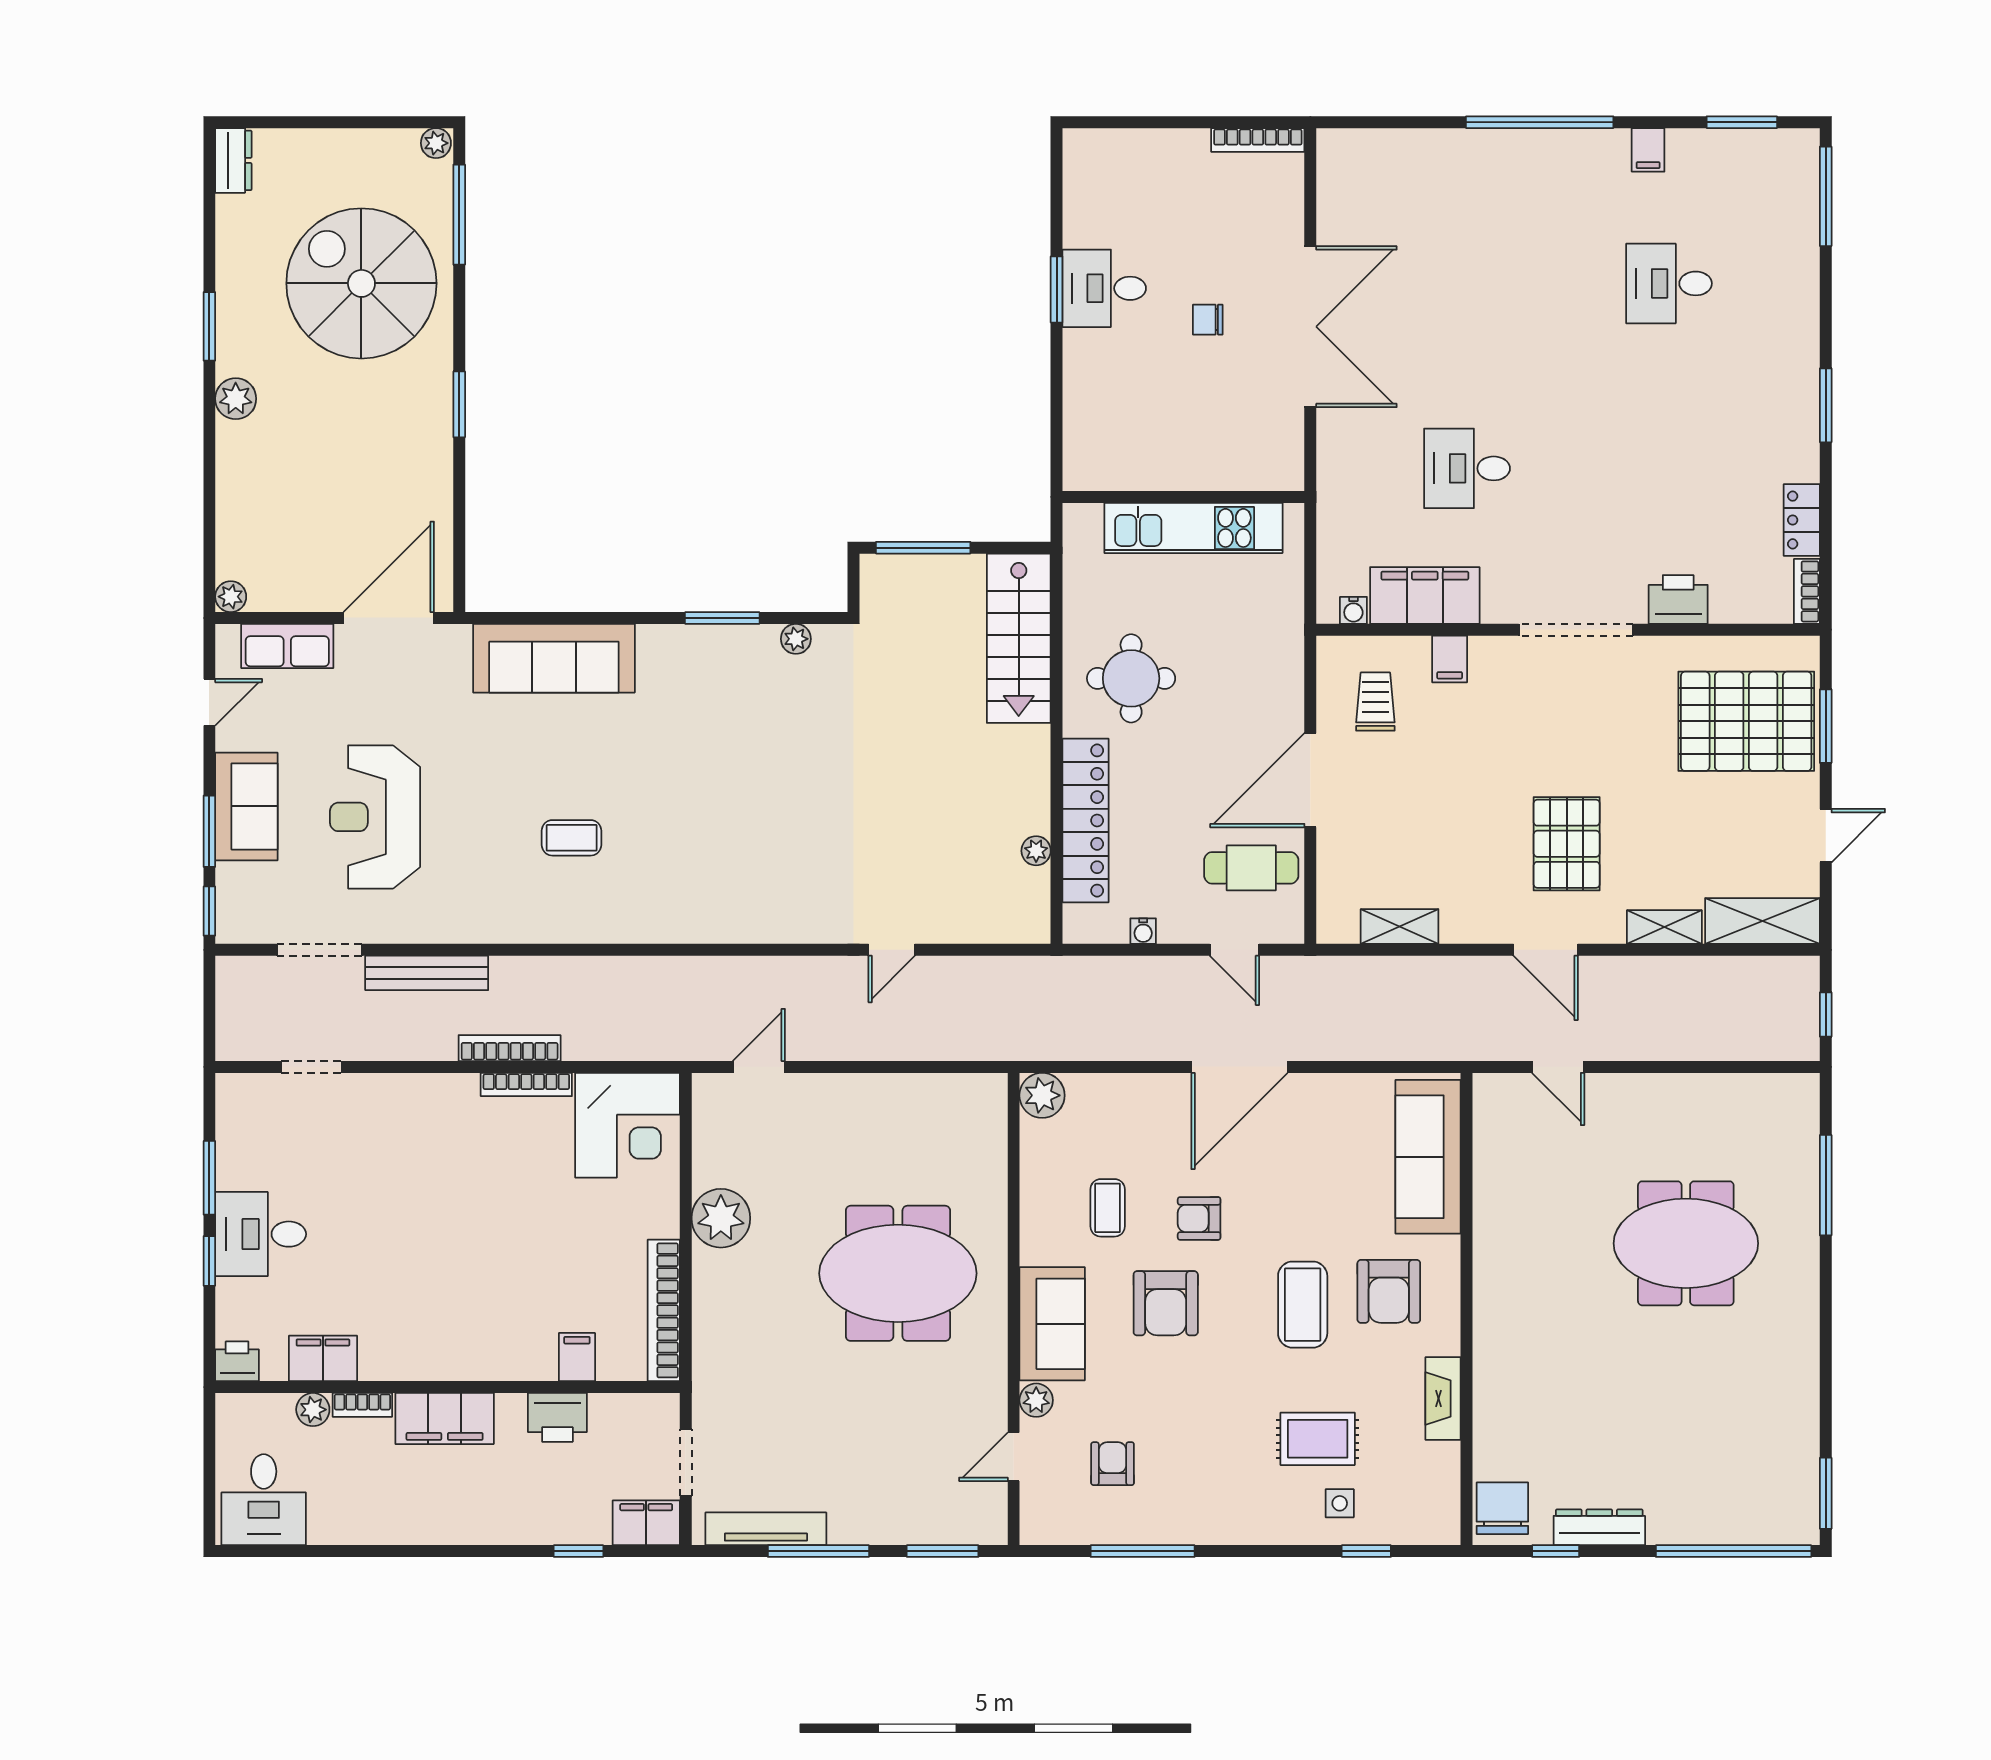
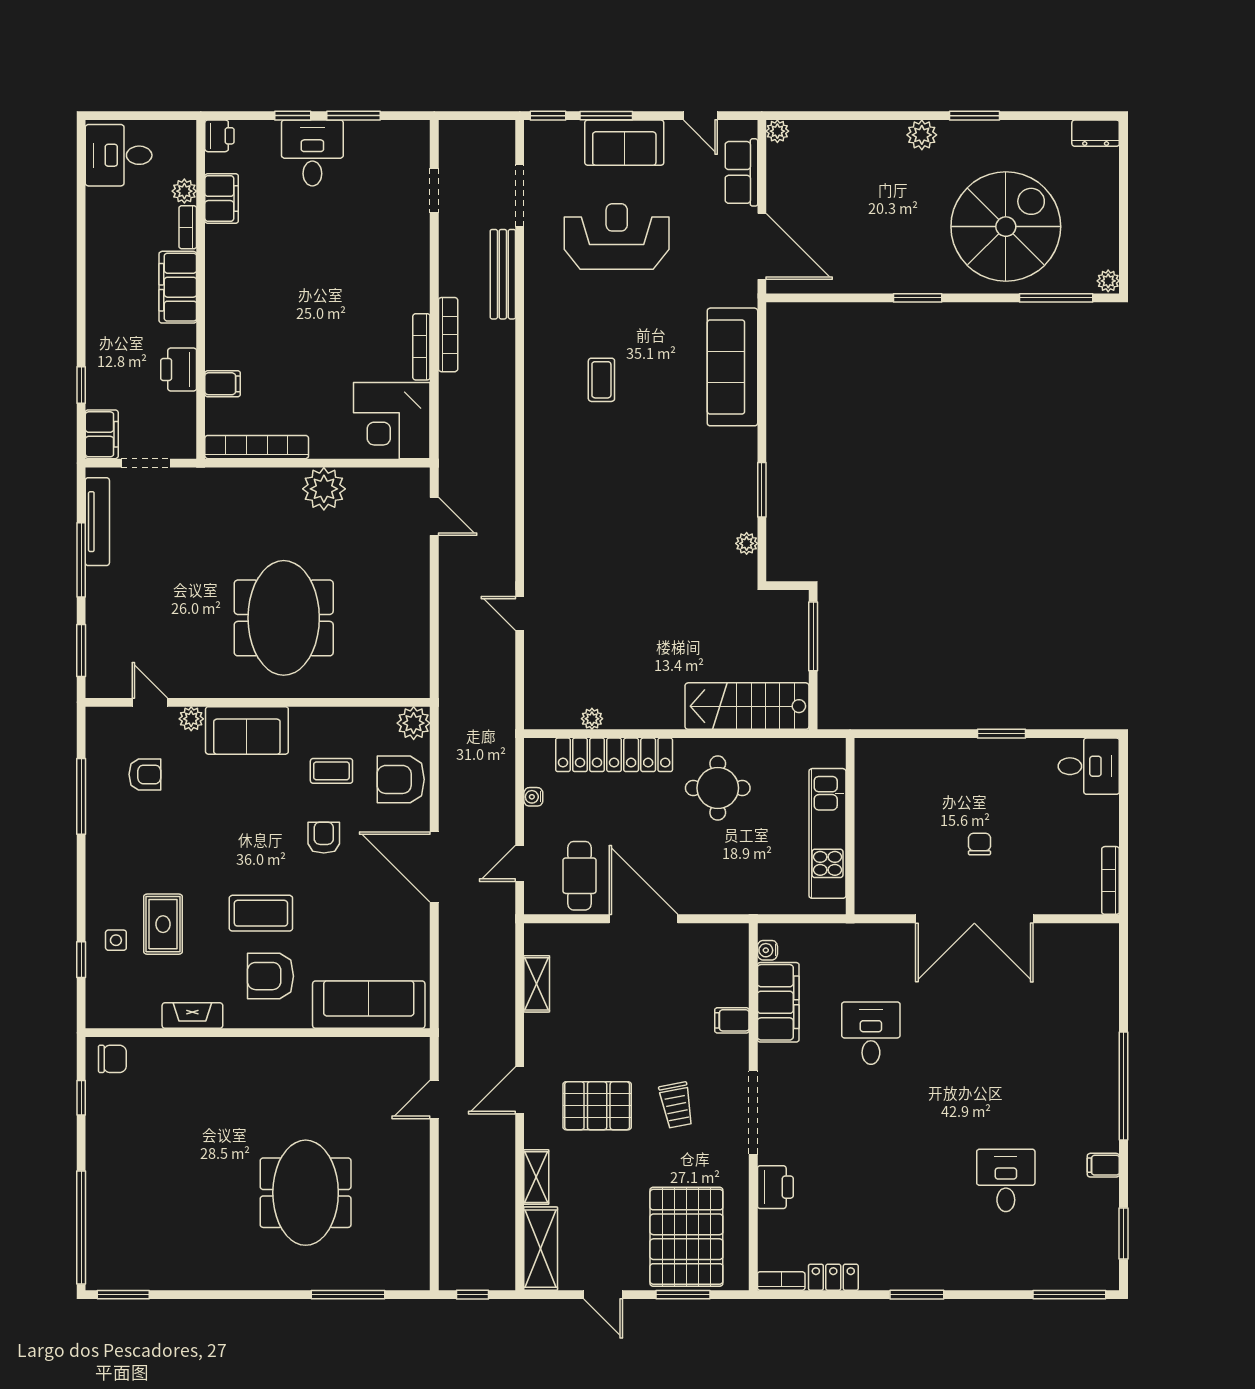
desk: (1104, 288) -> (1089, 766), moved, turned 90
trolley: (1375, 702) -> (676, 1105), moved, turned 79
armchair: (1166, 1303) -> (401, 779), moved
chair: (1502, 1508) -> (112, 1059), width x0.73, depth x0.73
dresser: (1599, 1527) -> (98, 1130), removed

